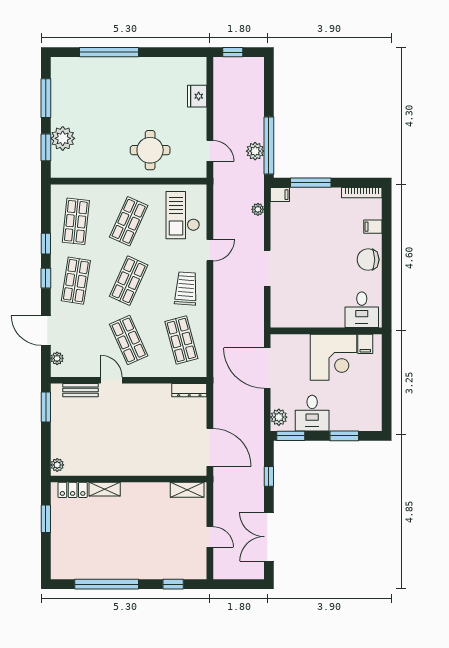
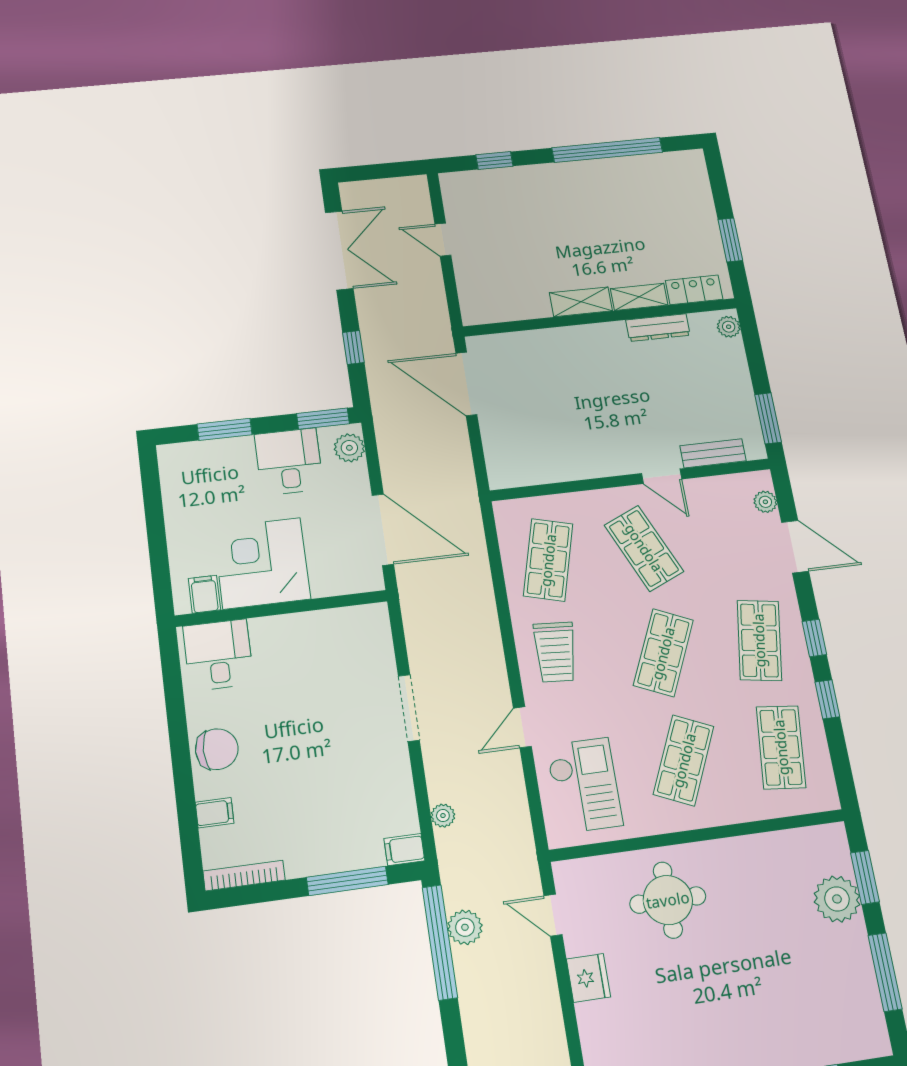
fridge: (197, 96) -> (588, 978), moved
shop shelf: (181, 340) -> (548, 560), turned 30
dresser: (189, 390) -> (658, 328), moved, turned 180
shelving: (187, 490) -> (581, 302), moved

